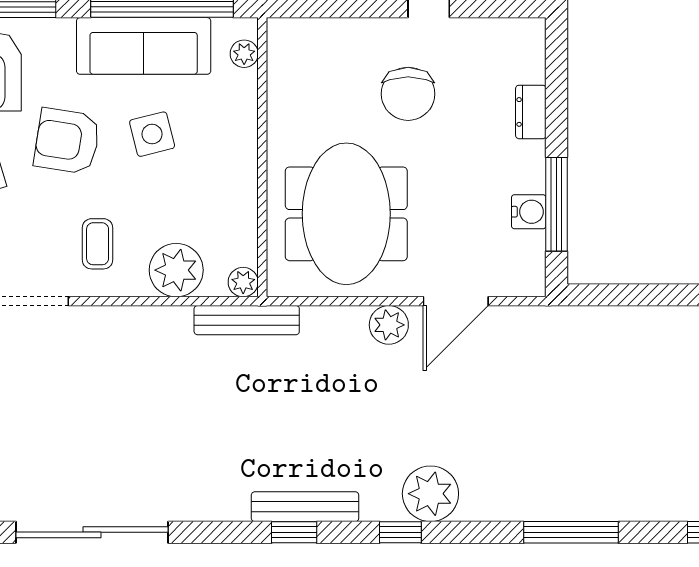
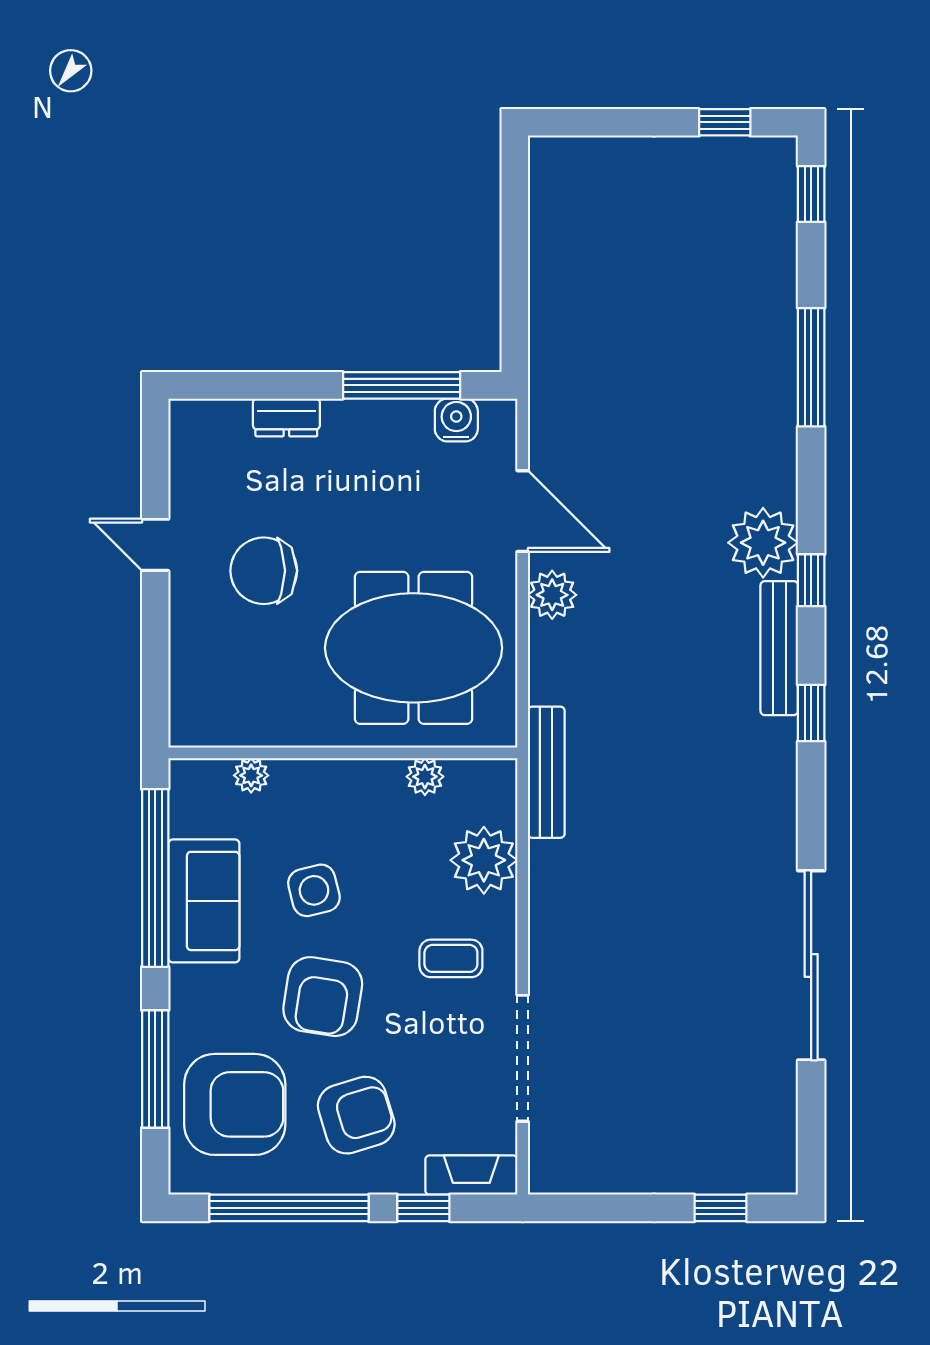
sofa: (144, 46) -> (204, 901), width x0.73
plant: (244, 54) -> (251, 775), moved
chair: (408, 94) -> (264, 571), turned 180
water cooler: (529, 212) -> (456, 420), moved
plant: (243, 282) -> (425, 777), moved
bench: (305, 507) -> (779, 648), moved

